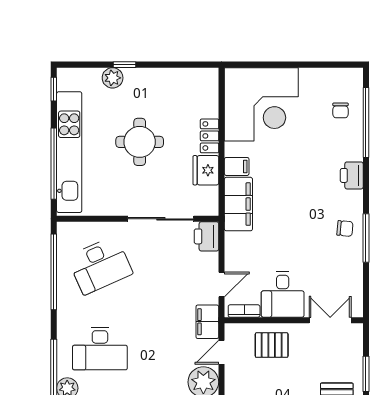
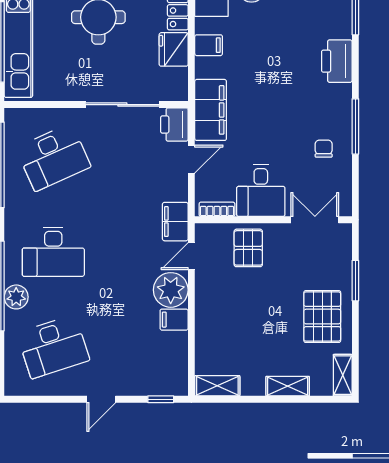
printer: (352, 175) -> (337, 61), width x1.37, depth x1.19
filing cabinet: (238, 204) -> (211, 110), moved
chair: (345, 228) -> (324, 149), moved, turned -95
door: (222, 285) -> (191, 159), moved
pallet: (272, 345) -> (248, 248), turned 90

